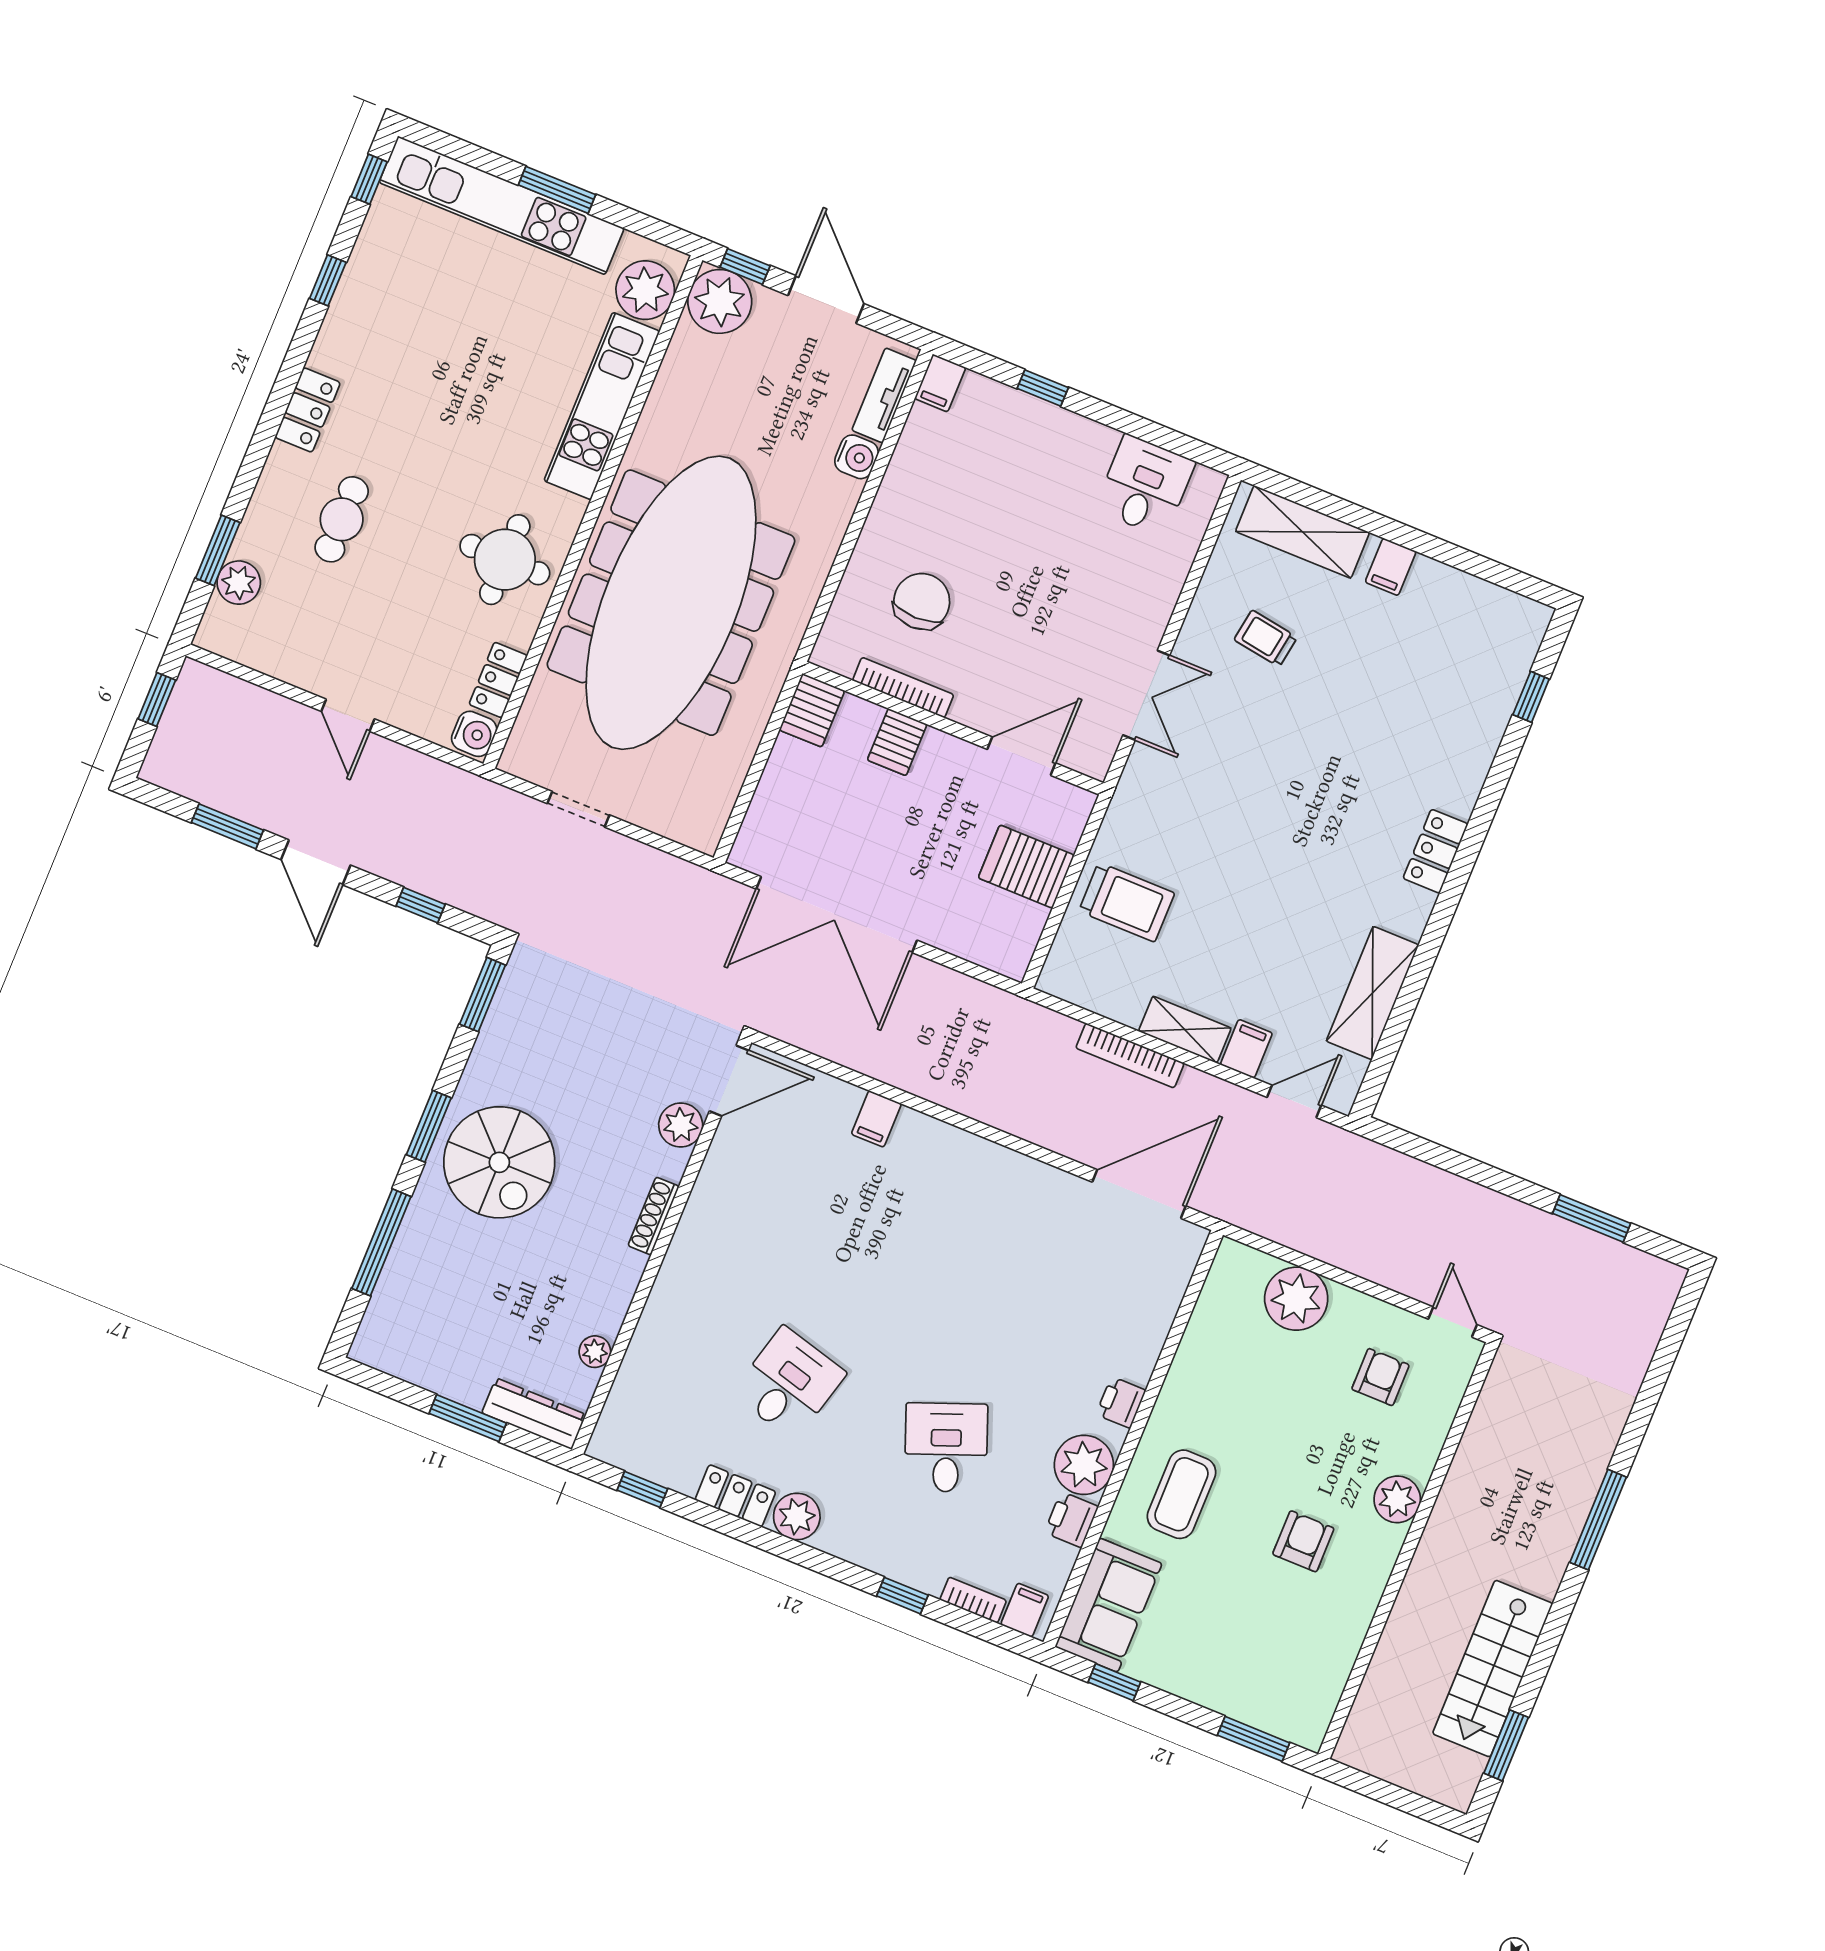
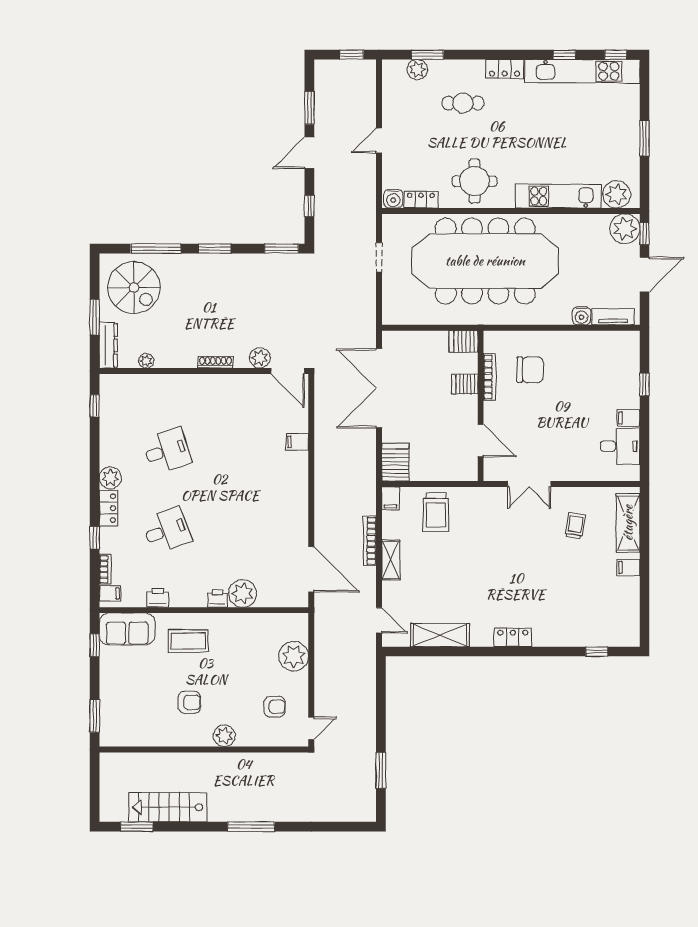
kitchen unit: (502, 205) -> (582, 71), moved, turned -90
filing cabinet: (940, 383) -> (628, 418), moved
server rack: (1026, 867) -> (395, 462), moved
filing cabinet: (1246, 1049) -> (390, 498), moved, turned 90
spiral stairs: (499, 1162) -> (134, 287), moved, turned -90
desk: (789, 1383) -> (167, 451), turned -33
plant: (1084, 1465) -> (243, 593), moved
locker: (735, 1496) -> (108, 508), moved

